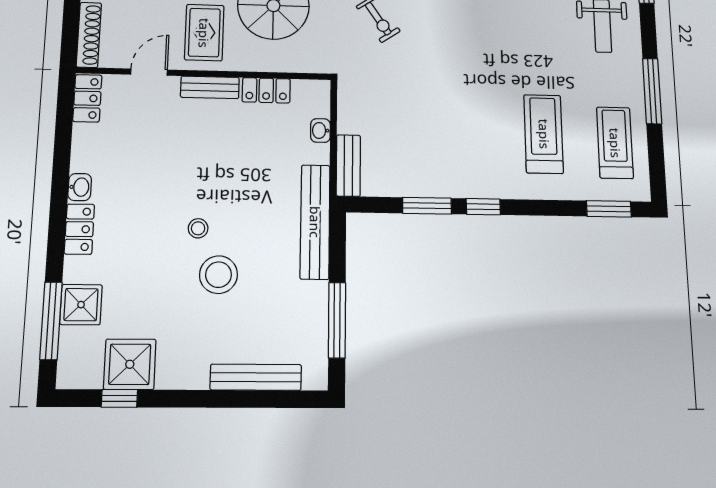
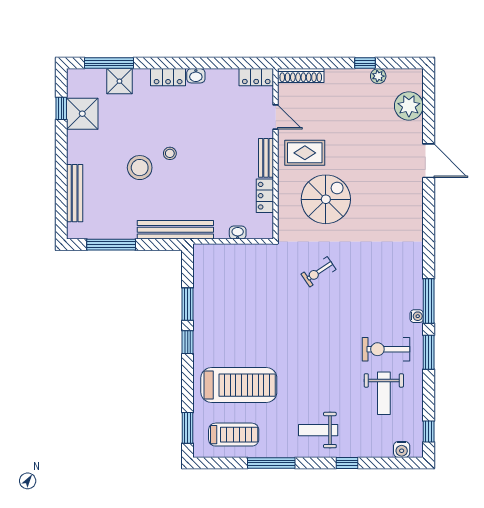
treadmill: (544, 134) -> (239, 385), width x1.37, depth x1.38
bench: (348, 166) -> (214, 252), removed

